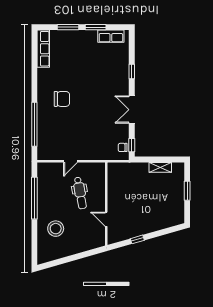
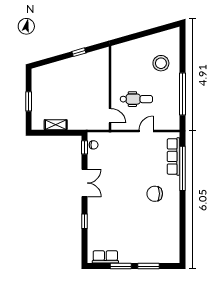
row of seats: (43, 49) -> (173, 156), moved
dental chair: (80, 193) -> (136, 99), turned 100
door: (106, 219) -> (110, 116), moved

